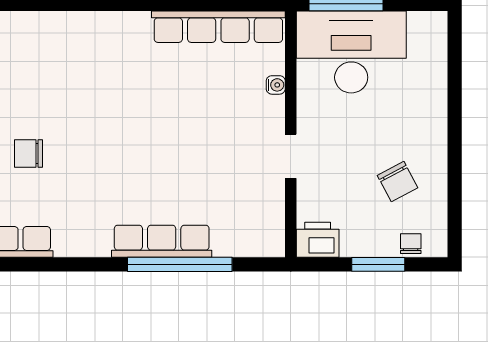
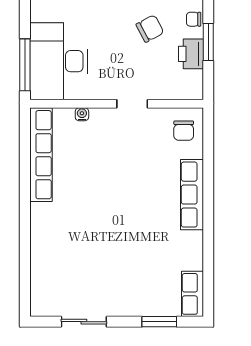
chair: (29, 153) -> (184, 131), moved
printer: (318, 240) -> (191, 54), moved
window: (180, 264) -> (208, 182), removed

